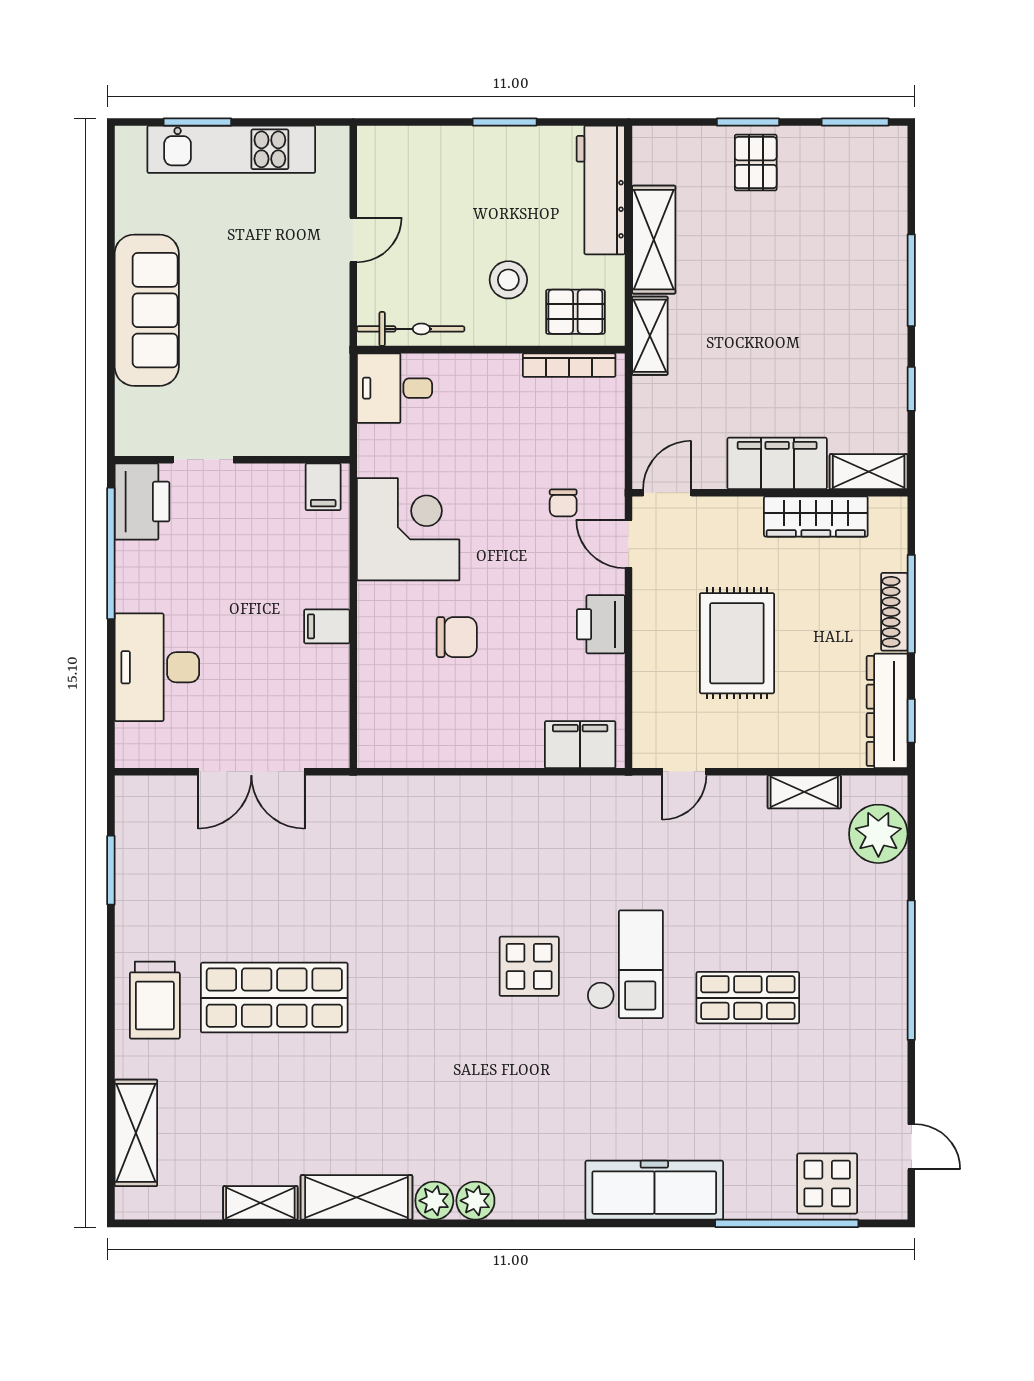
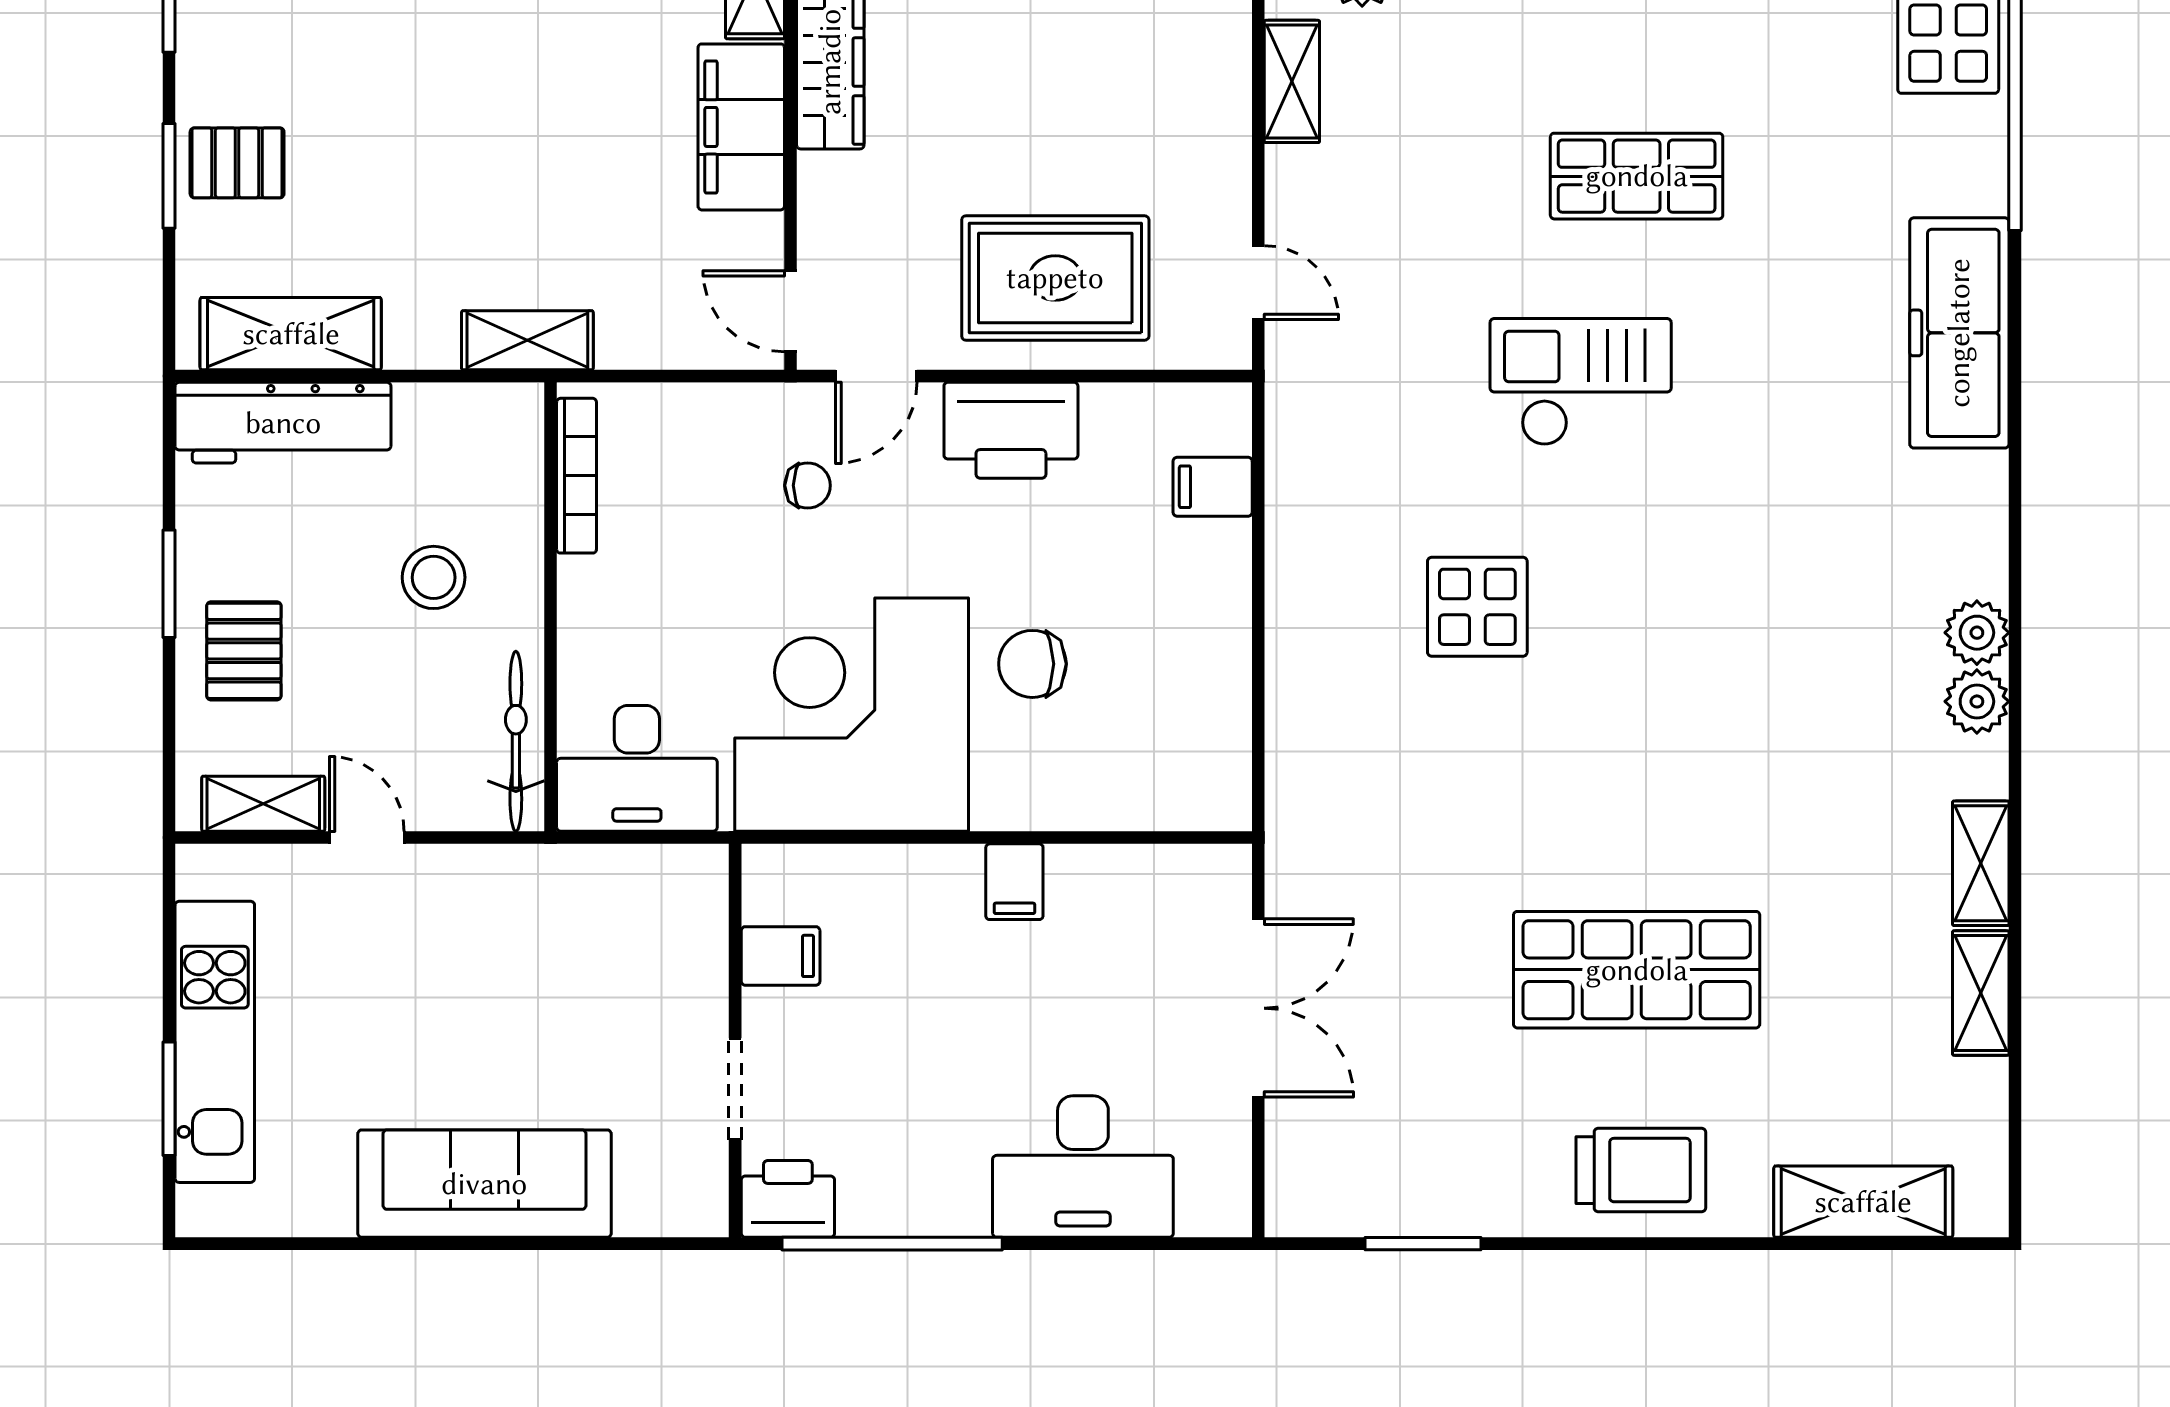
shelving: (373, 178) -> (263, 804), added
shelving: (654, 240) -> (291, 334), moved
pallet: (575, 312) -> (244, 651), moved
desk: (394, 388) -> (637, 768), width x1.37
filing cabinet: (323, 487) -> (781, 956), moved
printer: (142, 502) -> (788, 1199), width x0.73, depth x0.84
corner desk: (408, 529) -> (852, 715), width x1.36, depth x1.36
printer: (601, 624) -> (1011, 430), width x1.37, depth x1.19
chair: (457, 637) -> (1032, 664), turned -90
rug: (737, 643) -> (1055, 278), moved
filing cabinet: (580, 745) -> (1213, 487), width x0.50
display table: (529, 966) -> (1477, 607), moved
shop shelf: (274, 998) -> (1637, 970), turned 90
shop shelf: (748, 998) -> (1637, 176), turned 90
shelving: (356, 1197) -> (1981, 863), width x0.67, depth x0.75

